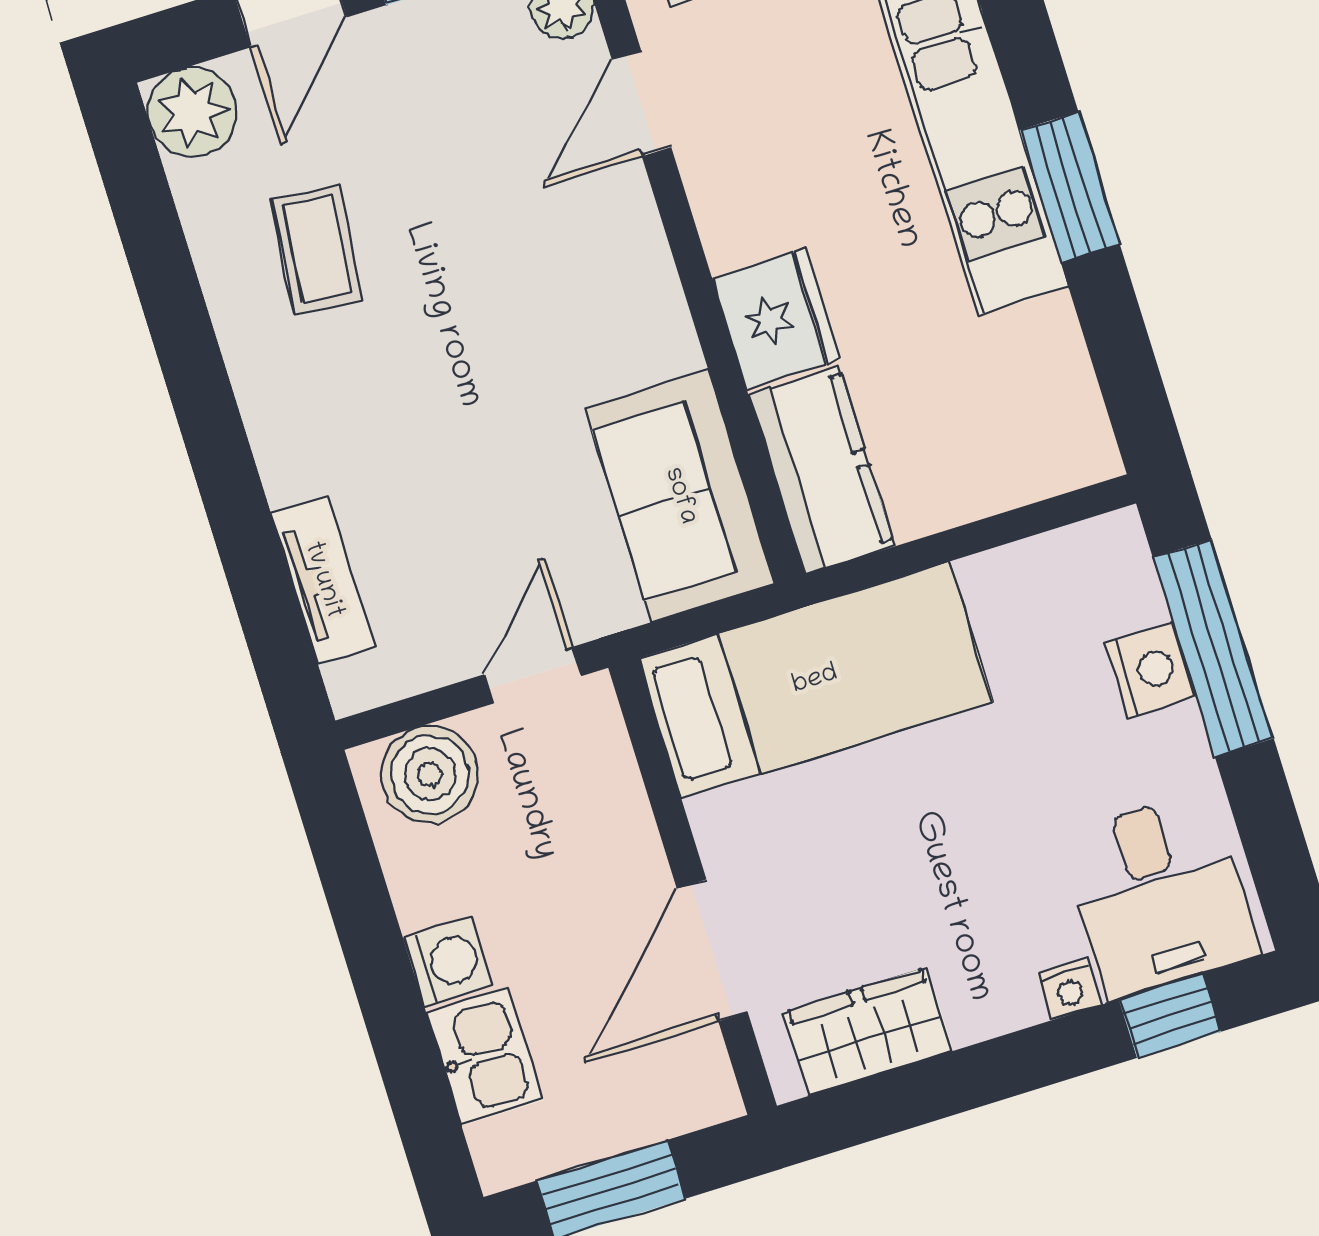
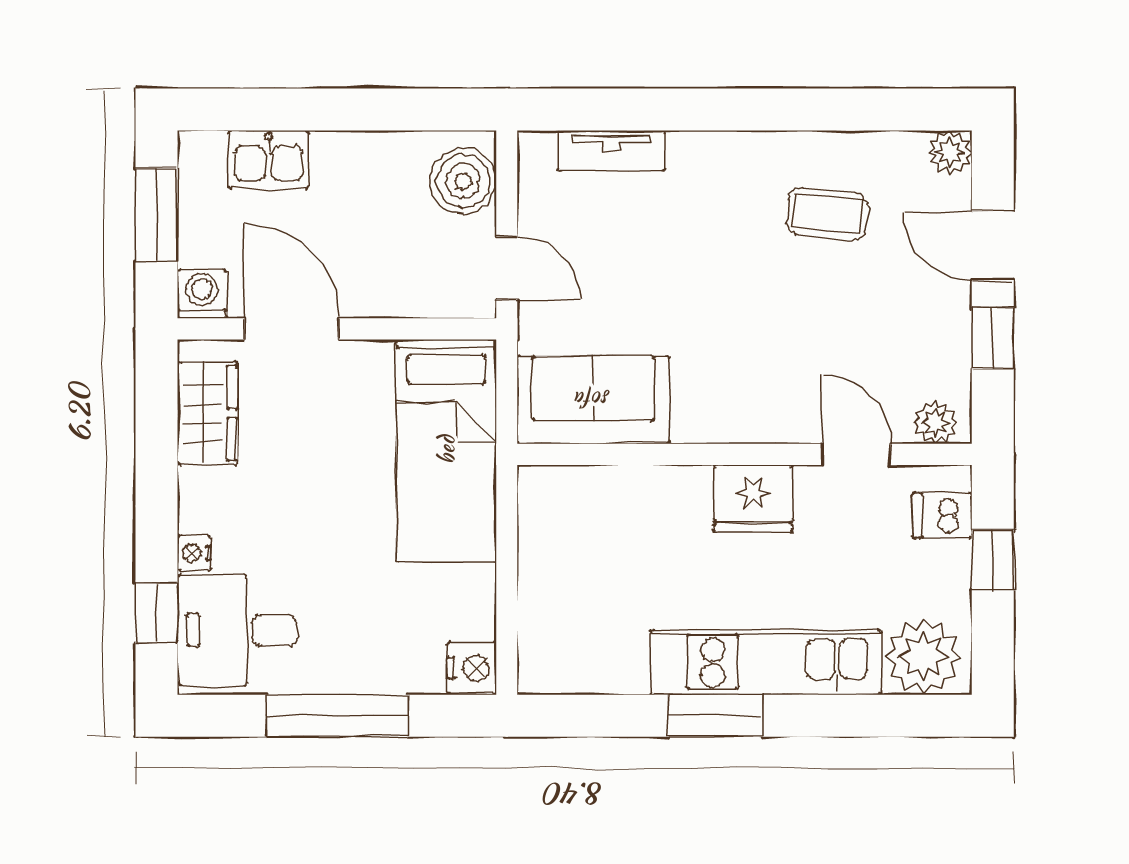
plant: (192, 112) -> (950, 152), width x0.73, depth x0.73
fridge: (777, 319) -> (753, 499), moved
kitchen counter: (821, 470) -> (581, 497), removed
window: (1213, 648) -> (338, 716), moved
nightstand: (1150, 670) -> (472, 668), moved, turned -90
washing machine: (448, 962) -> (202, 294), moved, turned 180

